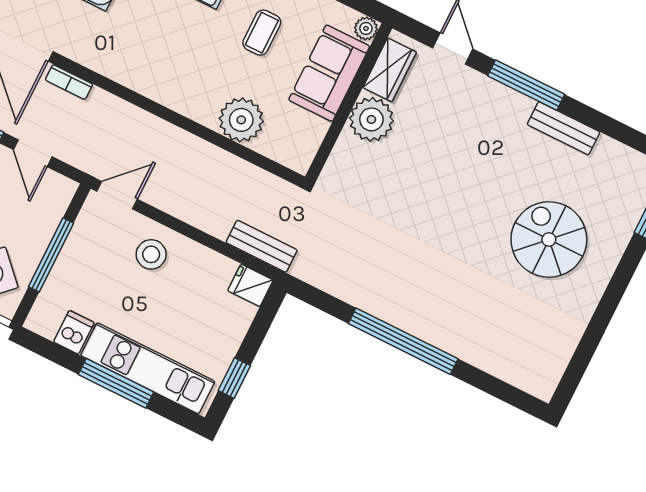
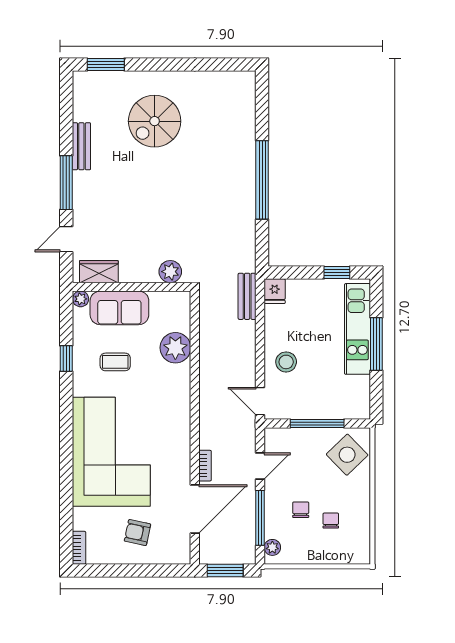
plant: (371, 119) -> (170, 272), moved, width x0.73, depth x0.73
dishwasher: (74, 332) -> (358, 386), removed

